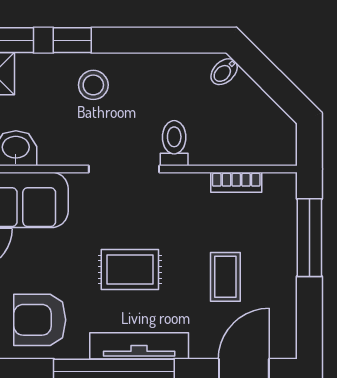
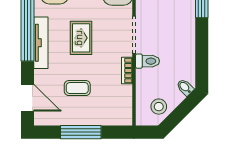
stool: (93, 85) -> (159, 107), moved
bookcase: (236, 182) -> (127, 71), moved
window: (309, 238) -> (81, 132), moved

